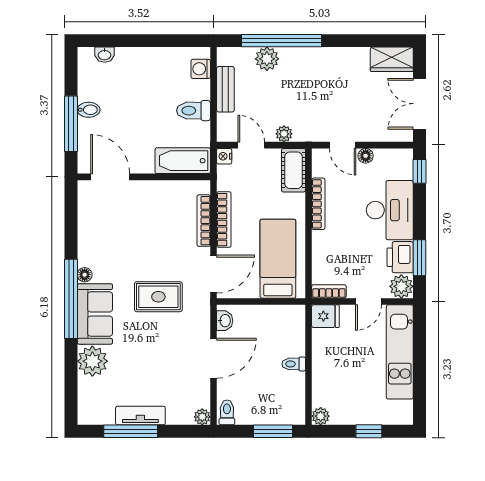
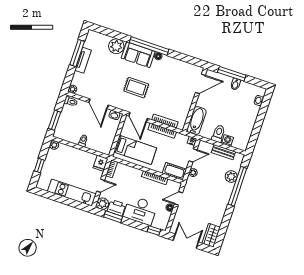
washing machine: (201, 69) -> (227, 140), moved
rug: (158, 297) -> (136, 88), turned 90
door: (368, 301) -> (101, 186), swing flipped

